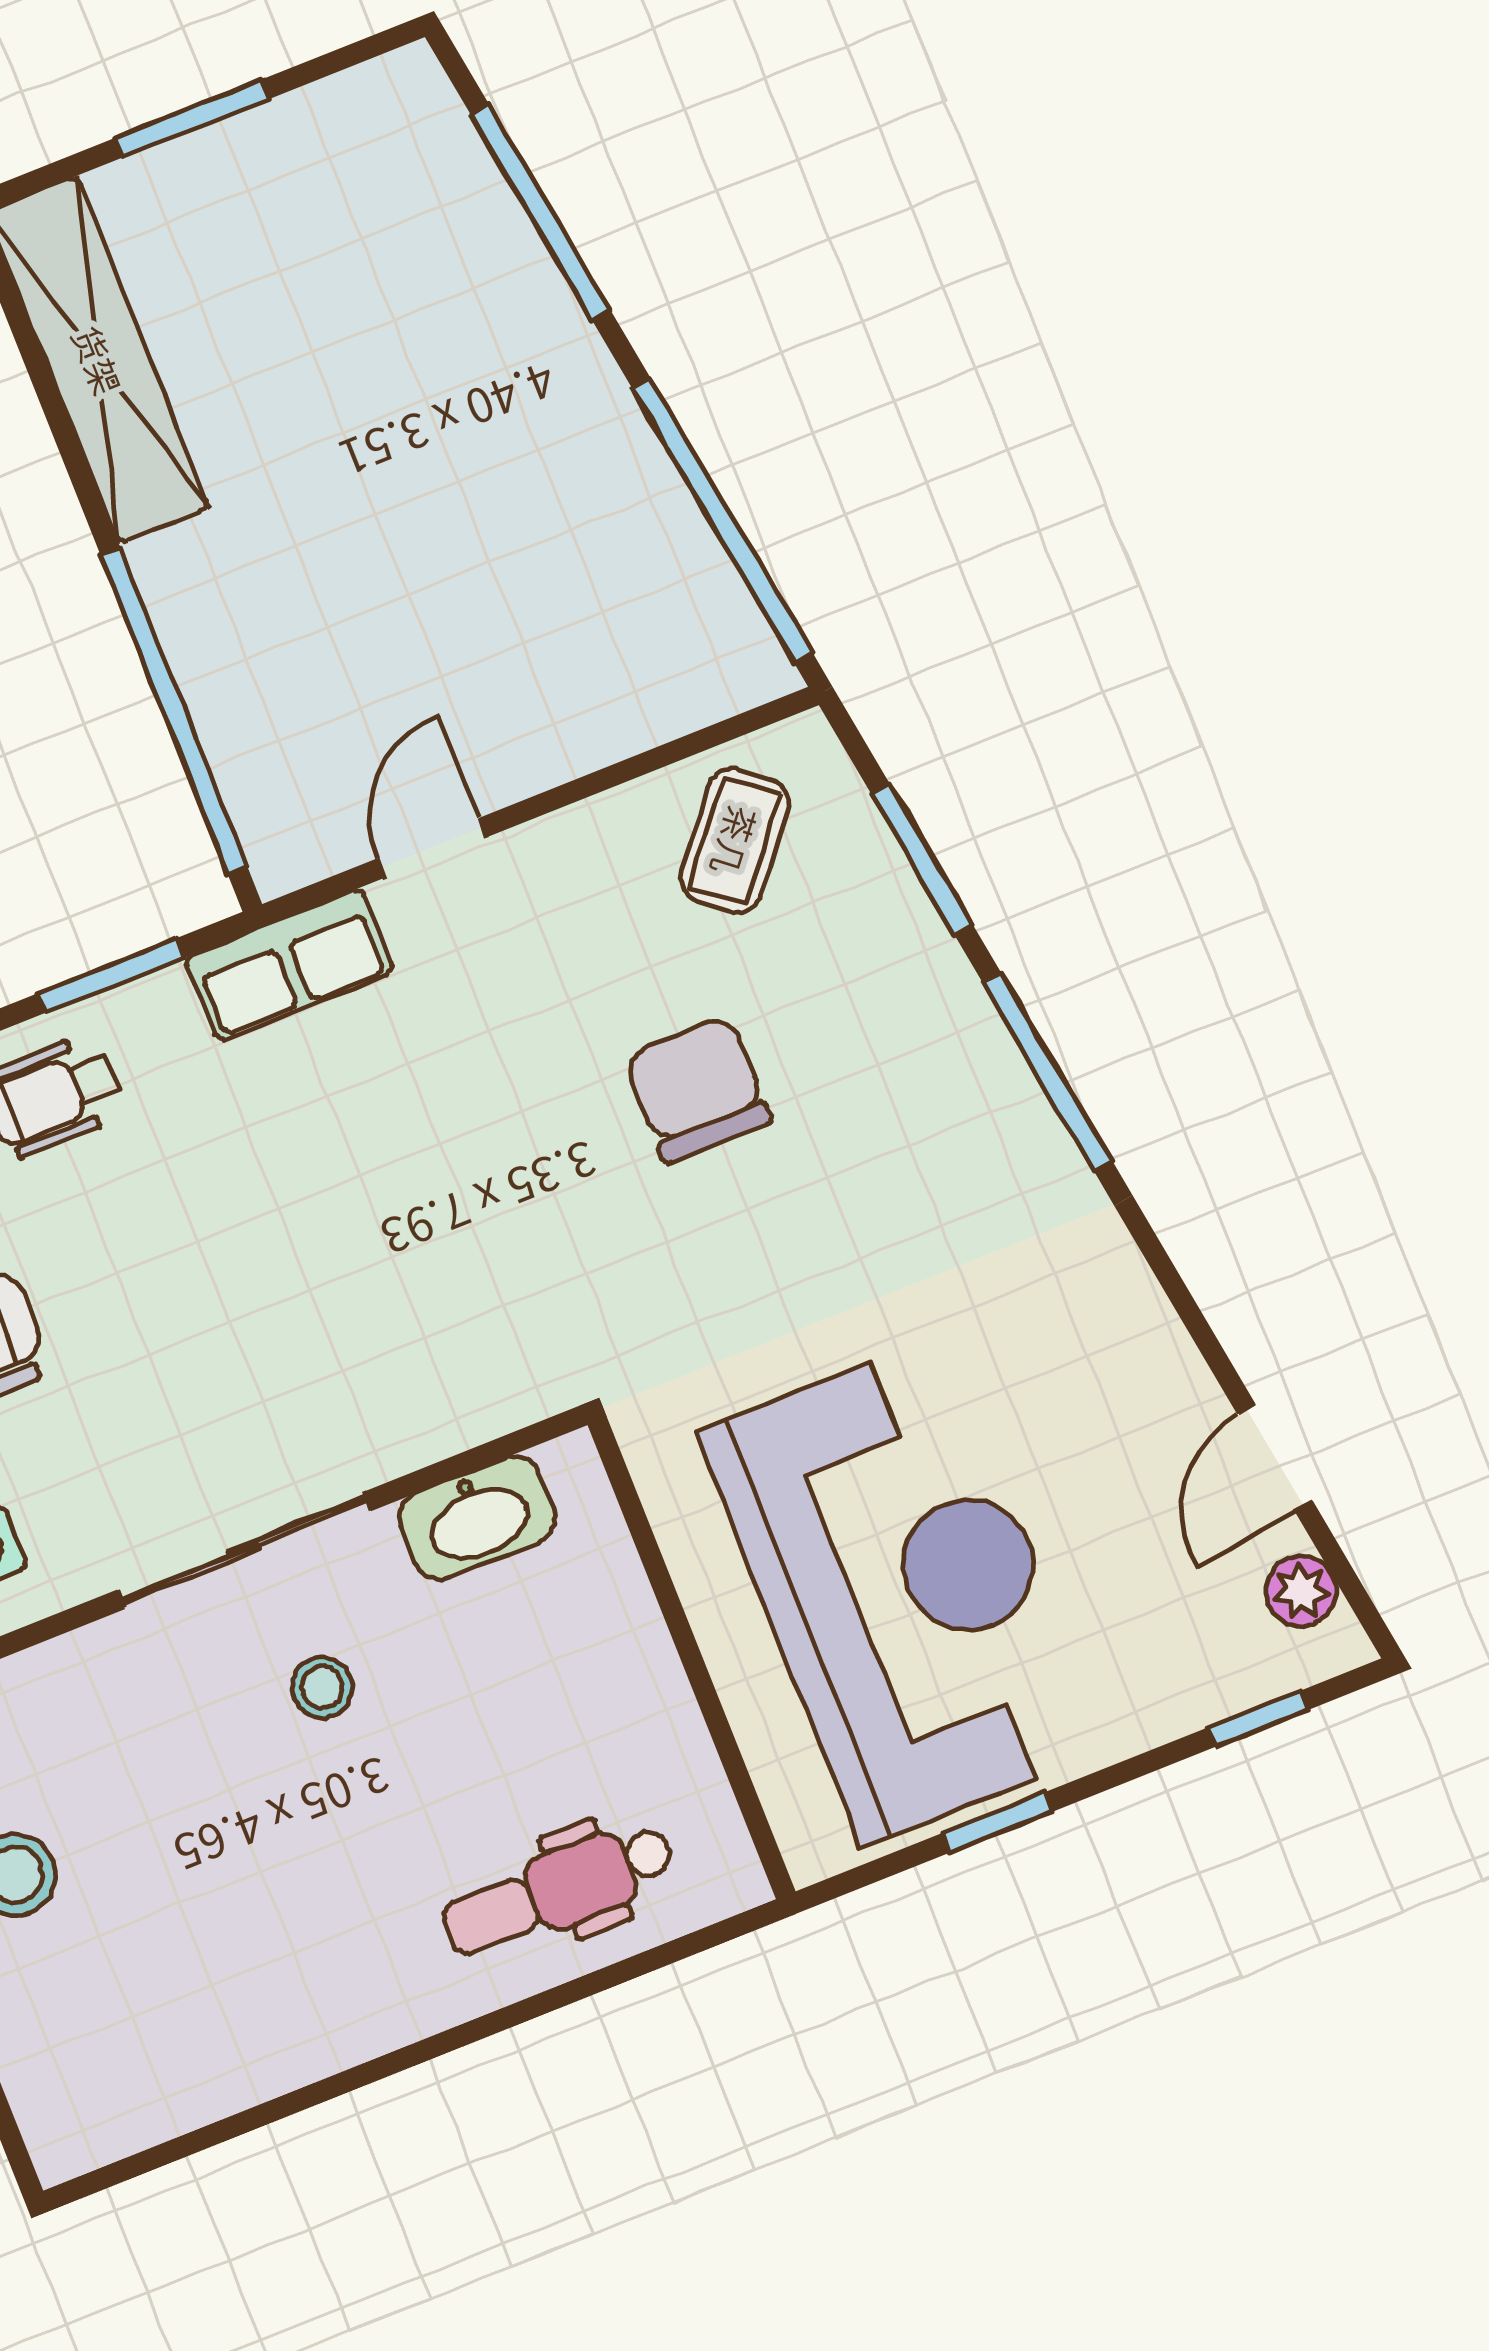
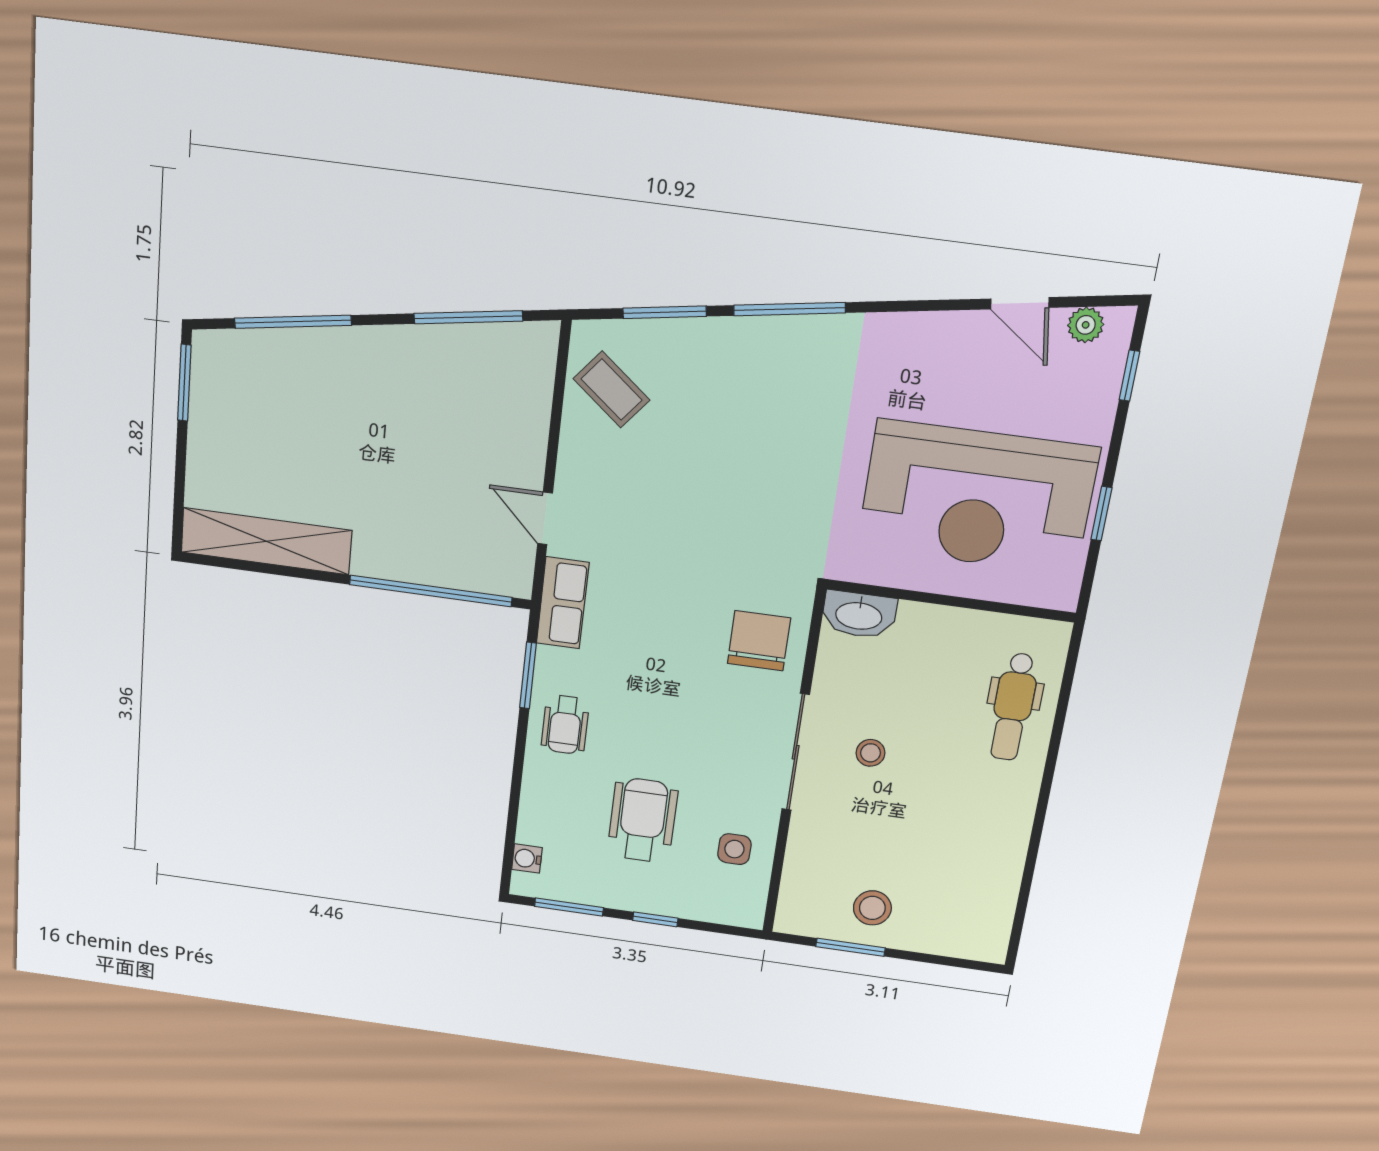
window: (192, 118) -> (184, 383), moved
window: (722, 521) -> (468, 317), width x0.68
chair: (698, 1089) -> (759, 641), moved, turned 90
washbasin: (477, 1518) -> (859, 615), moved, turned 90
reception desk: (903, 1591) -> (977, 498), turned 180

